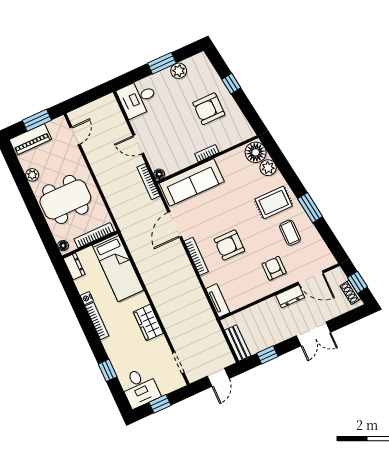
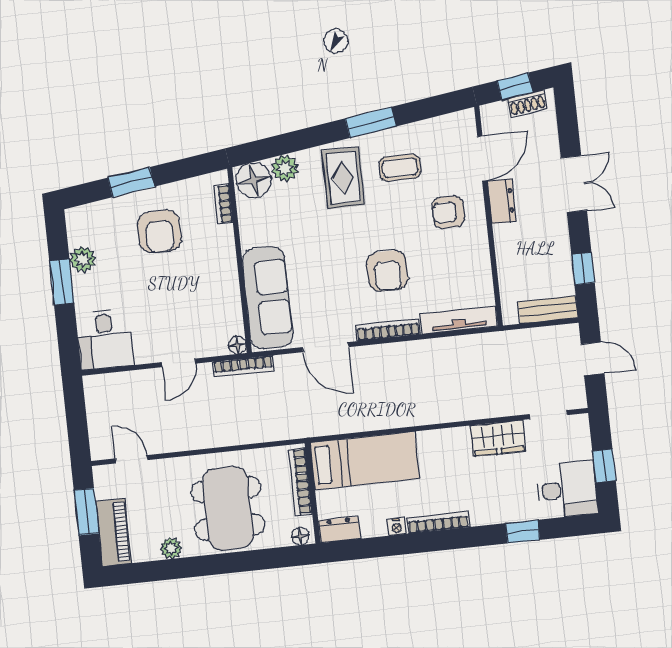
window: (231, 84) -> (131, 182), width x1.50
bookcase: (207, 153) -> (223, 204), moved
tv unit: (218, 301) -> (459, 320), width x1.41
wardrobe: (148, 323) -> (498, 438), moved

